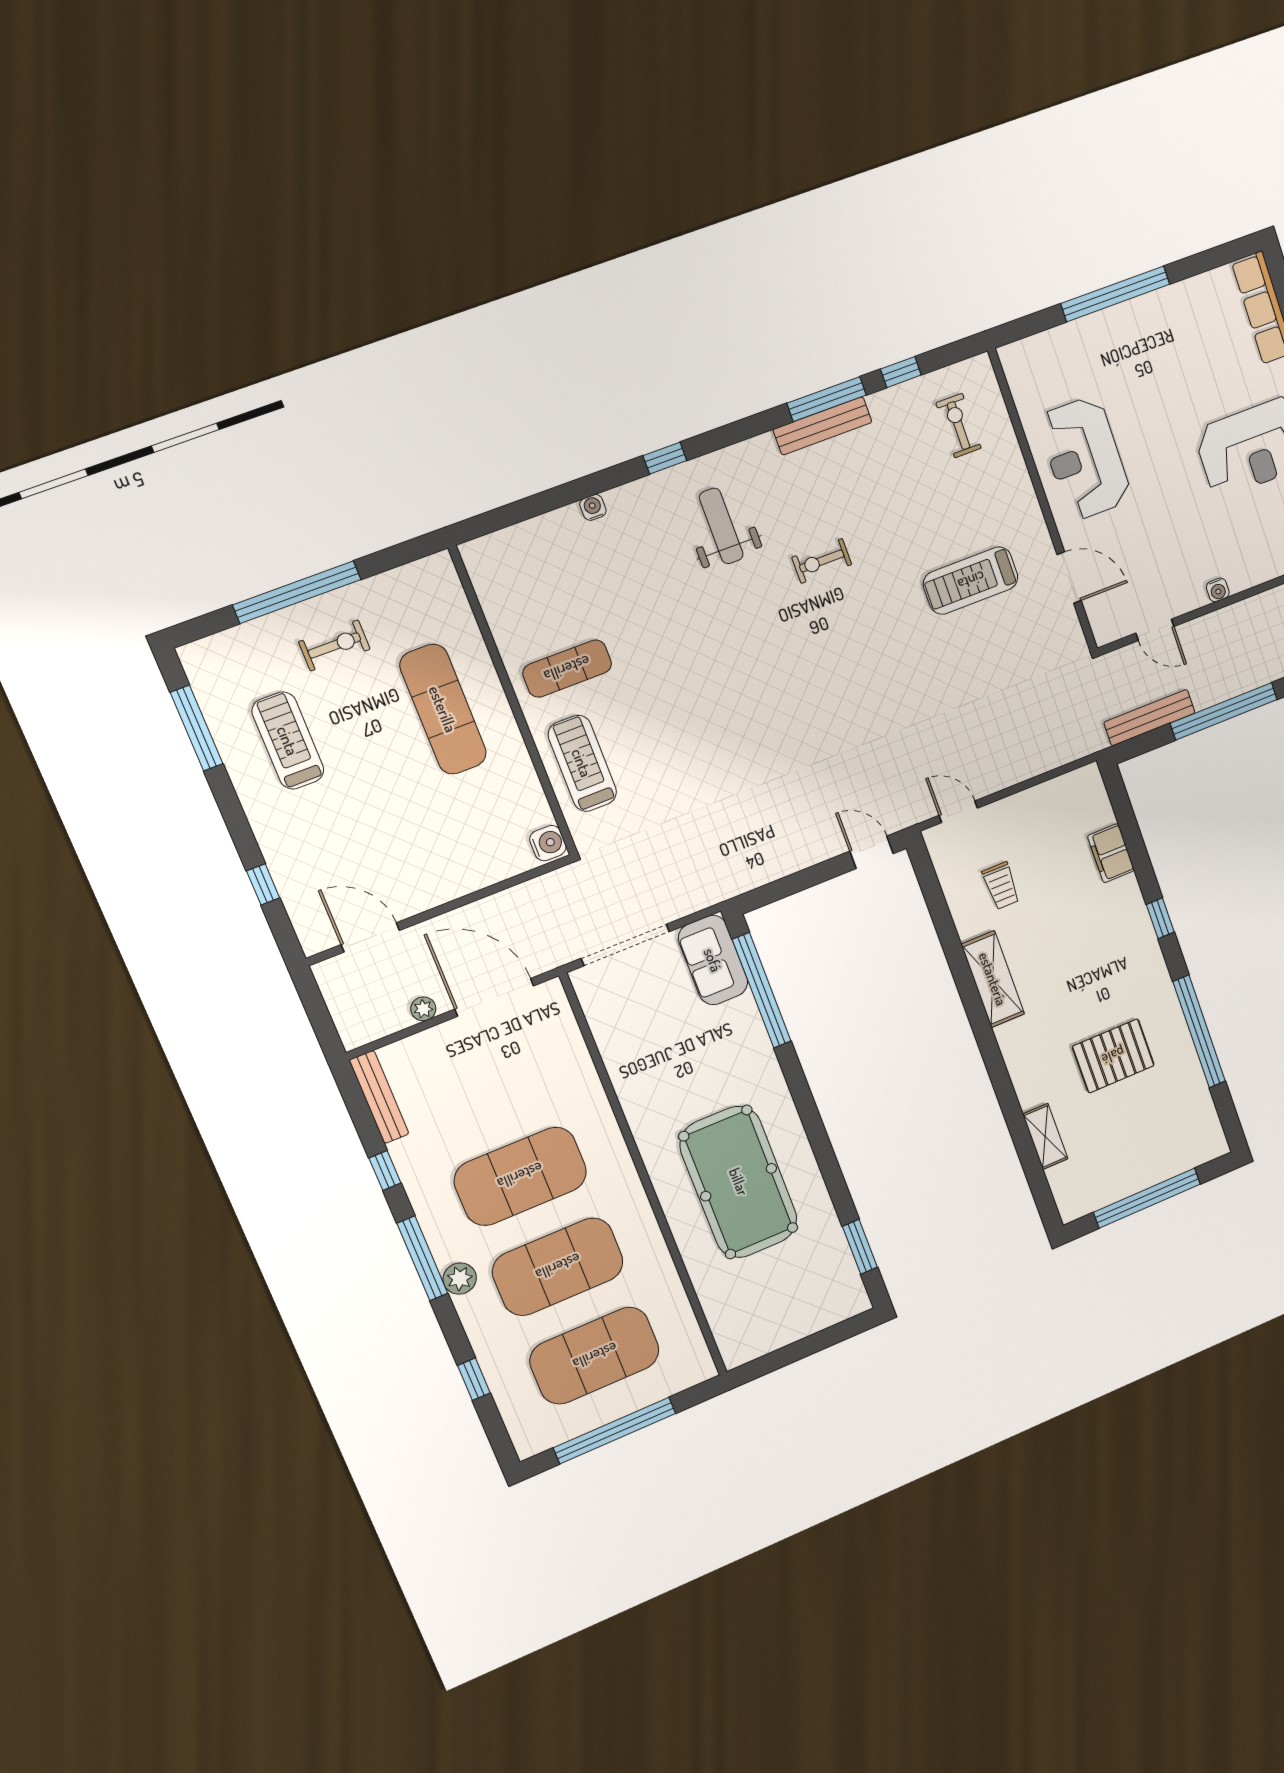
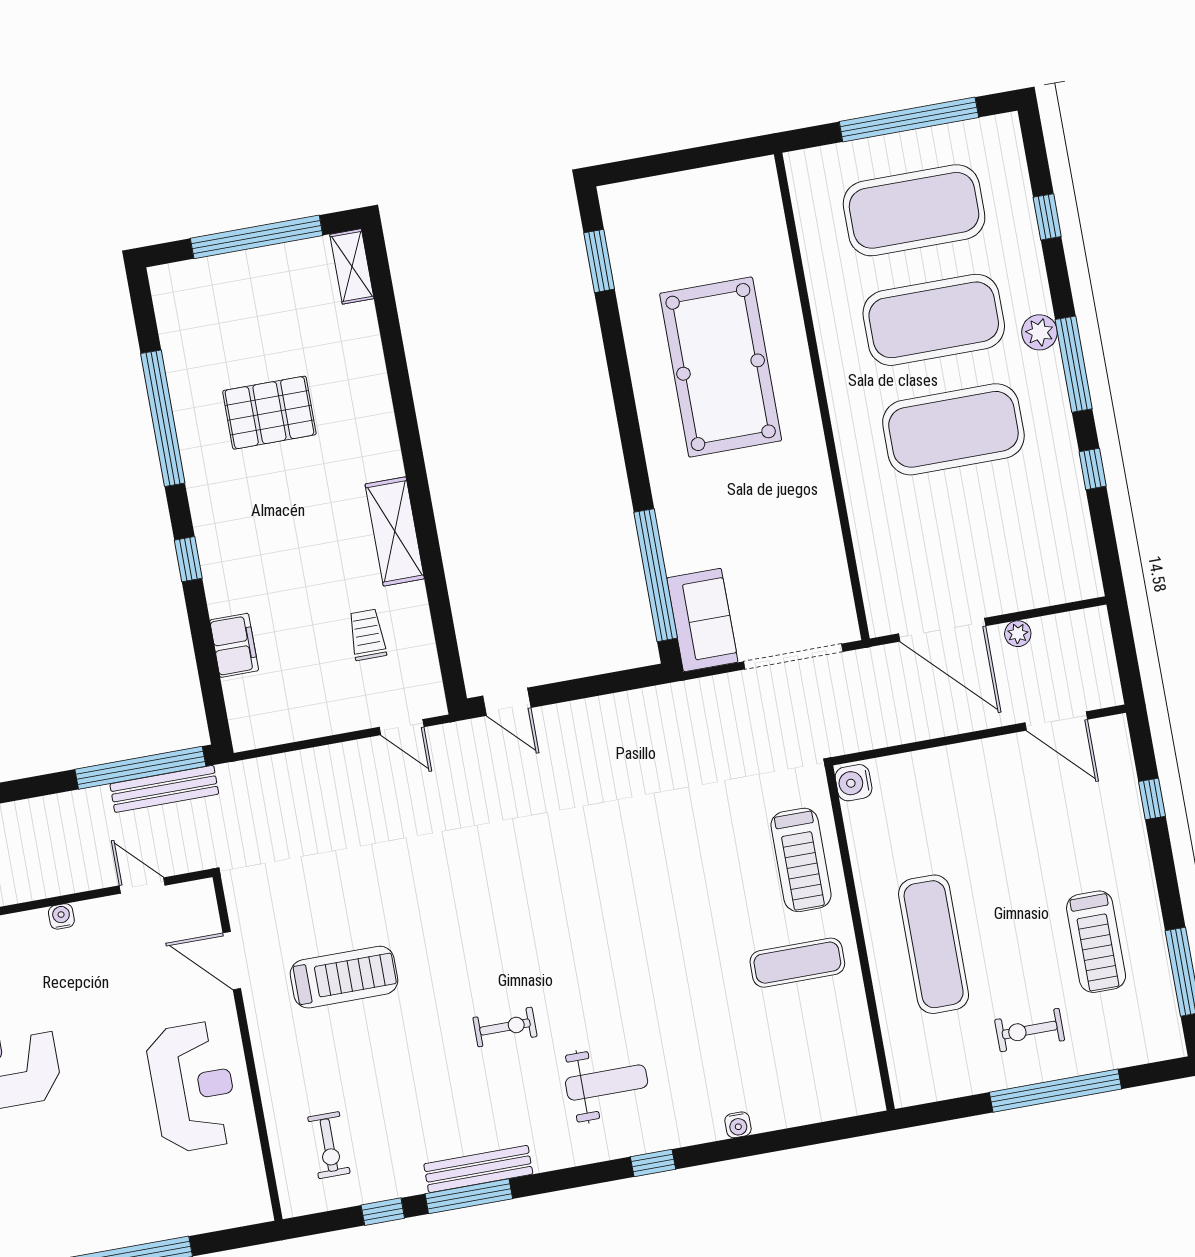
weight bench: (721, 526) -> (607, 1083), turned -90
window: (1224, 711) -> (140, 768), moved
bench: (379, 1097) -> (1082, 550), removed
shelving: (1045, 1137) -> (352, 266), moved

